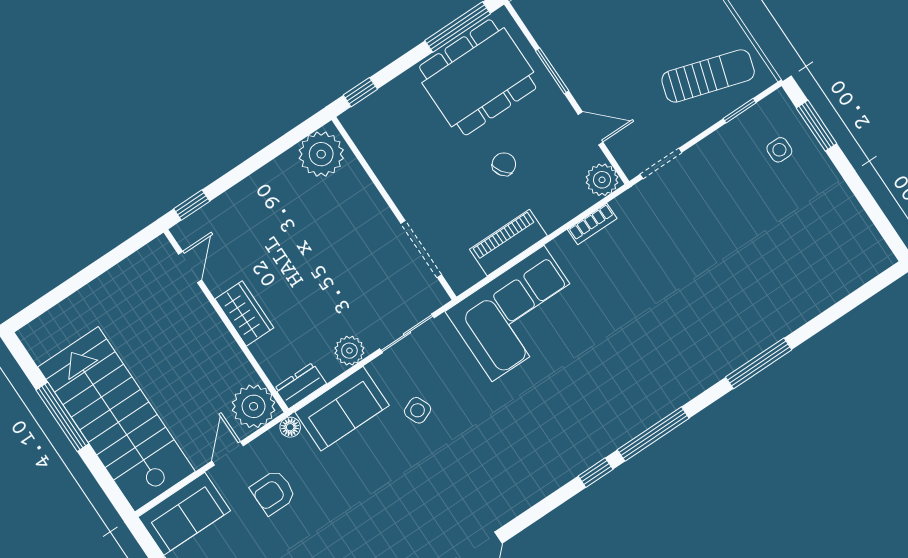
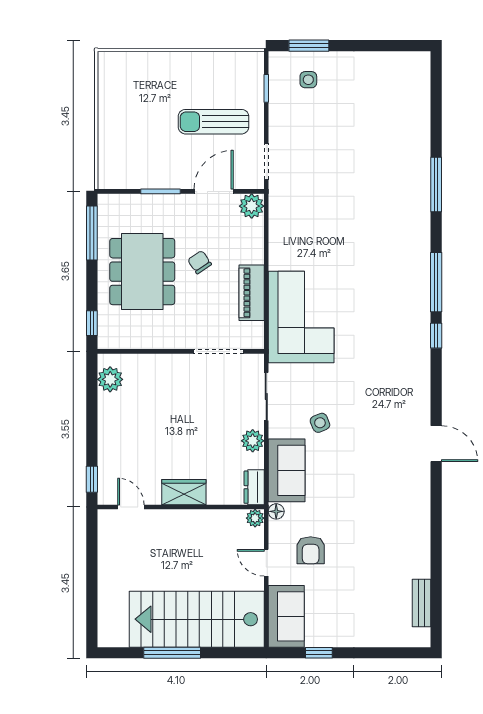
sun lounger: (708, 76) -> (214, 122), moved, turned -107
dining table: (478, 77) -> (142, 272), moved
door: (590, 128) -> (214, 191), width x1.38
plant: (321, 154) -> (110, 379), width x0.73, depth x0.73
bookcase: (592, 224) -> (276, 231), removed
plant: (254, 406) -> (255, 518), width x0.53, depth x0.53

